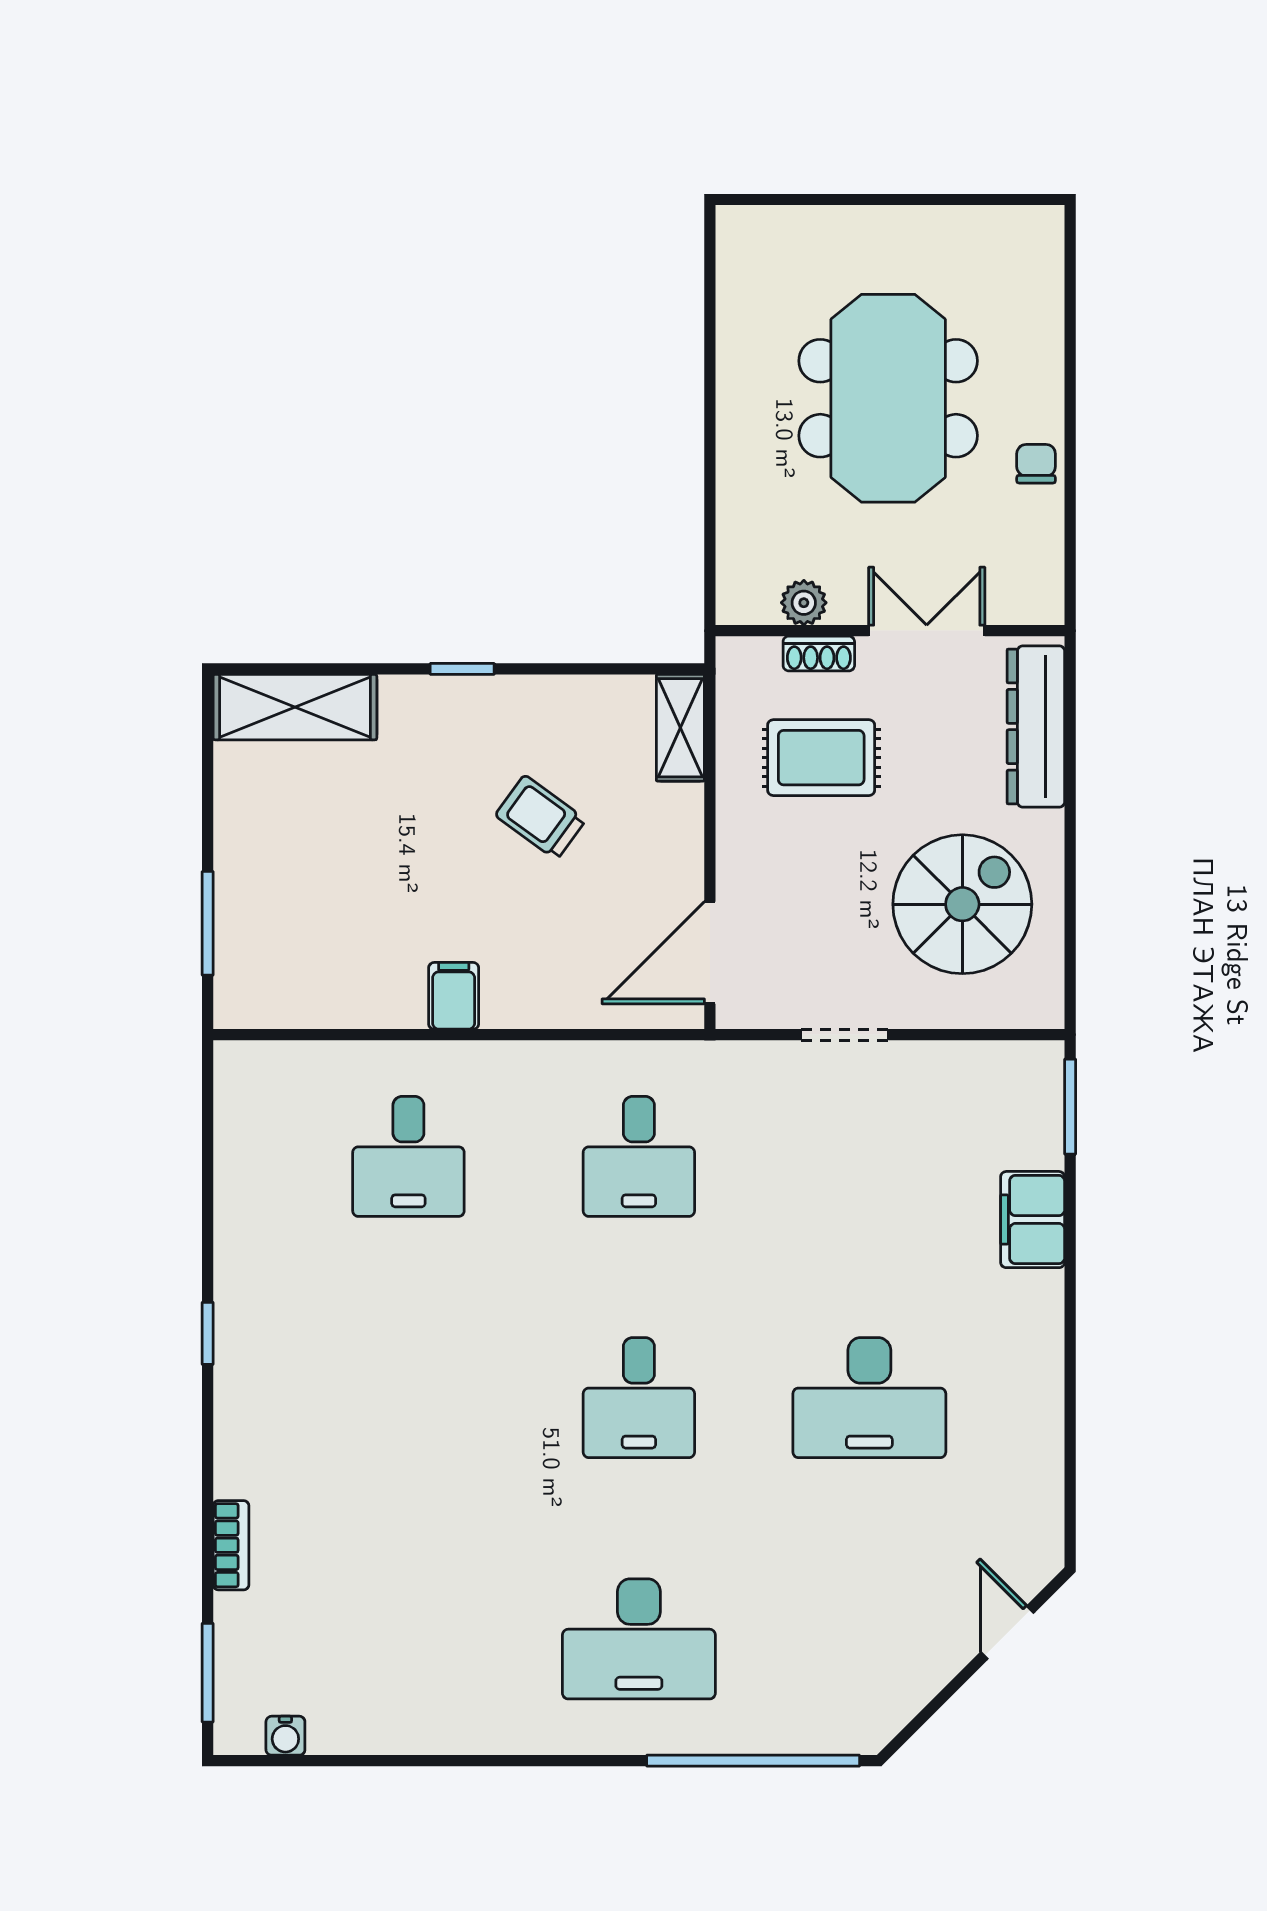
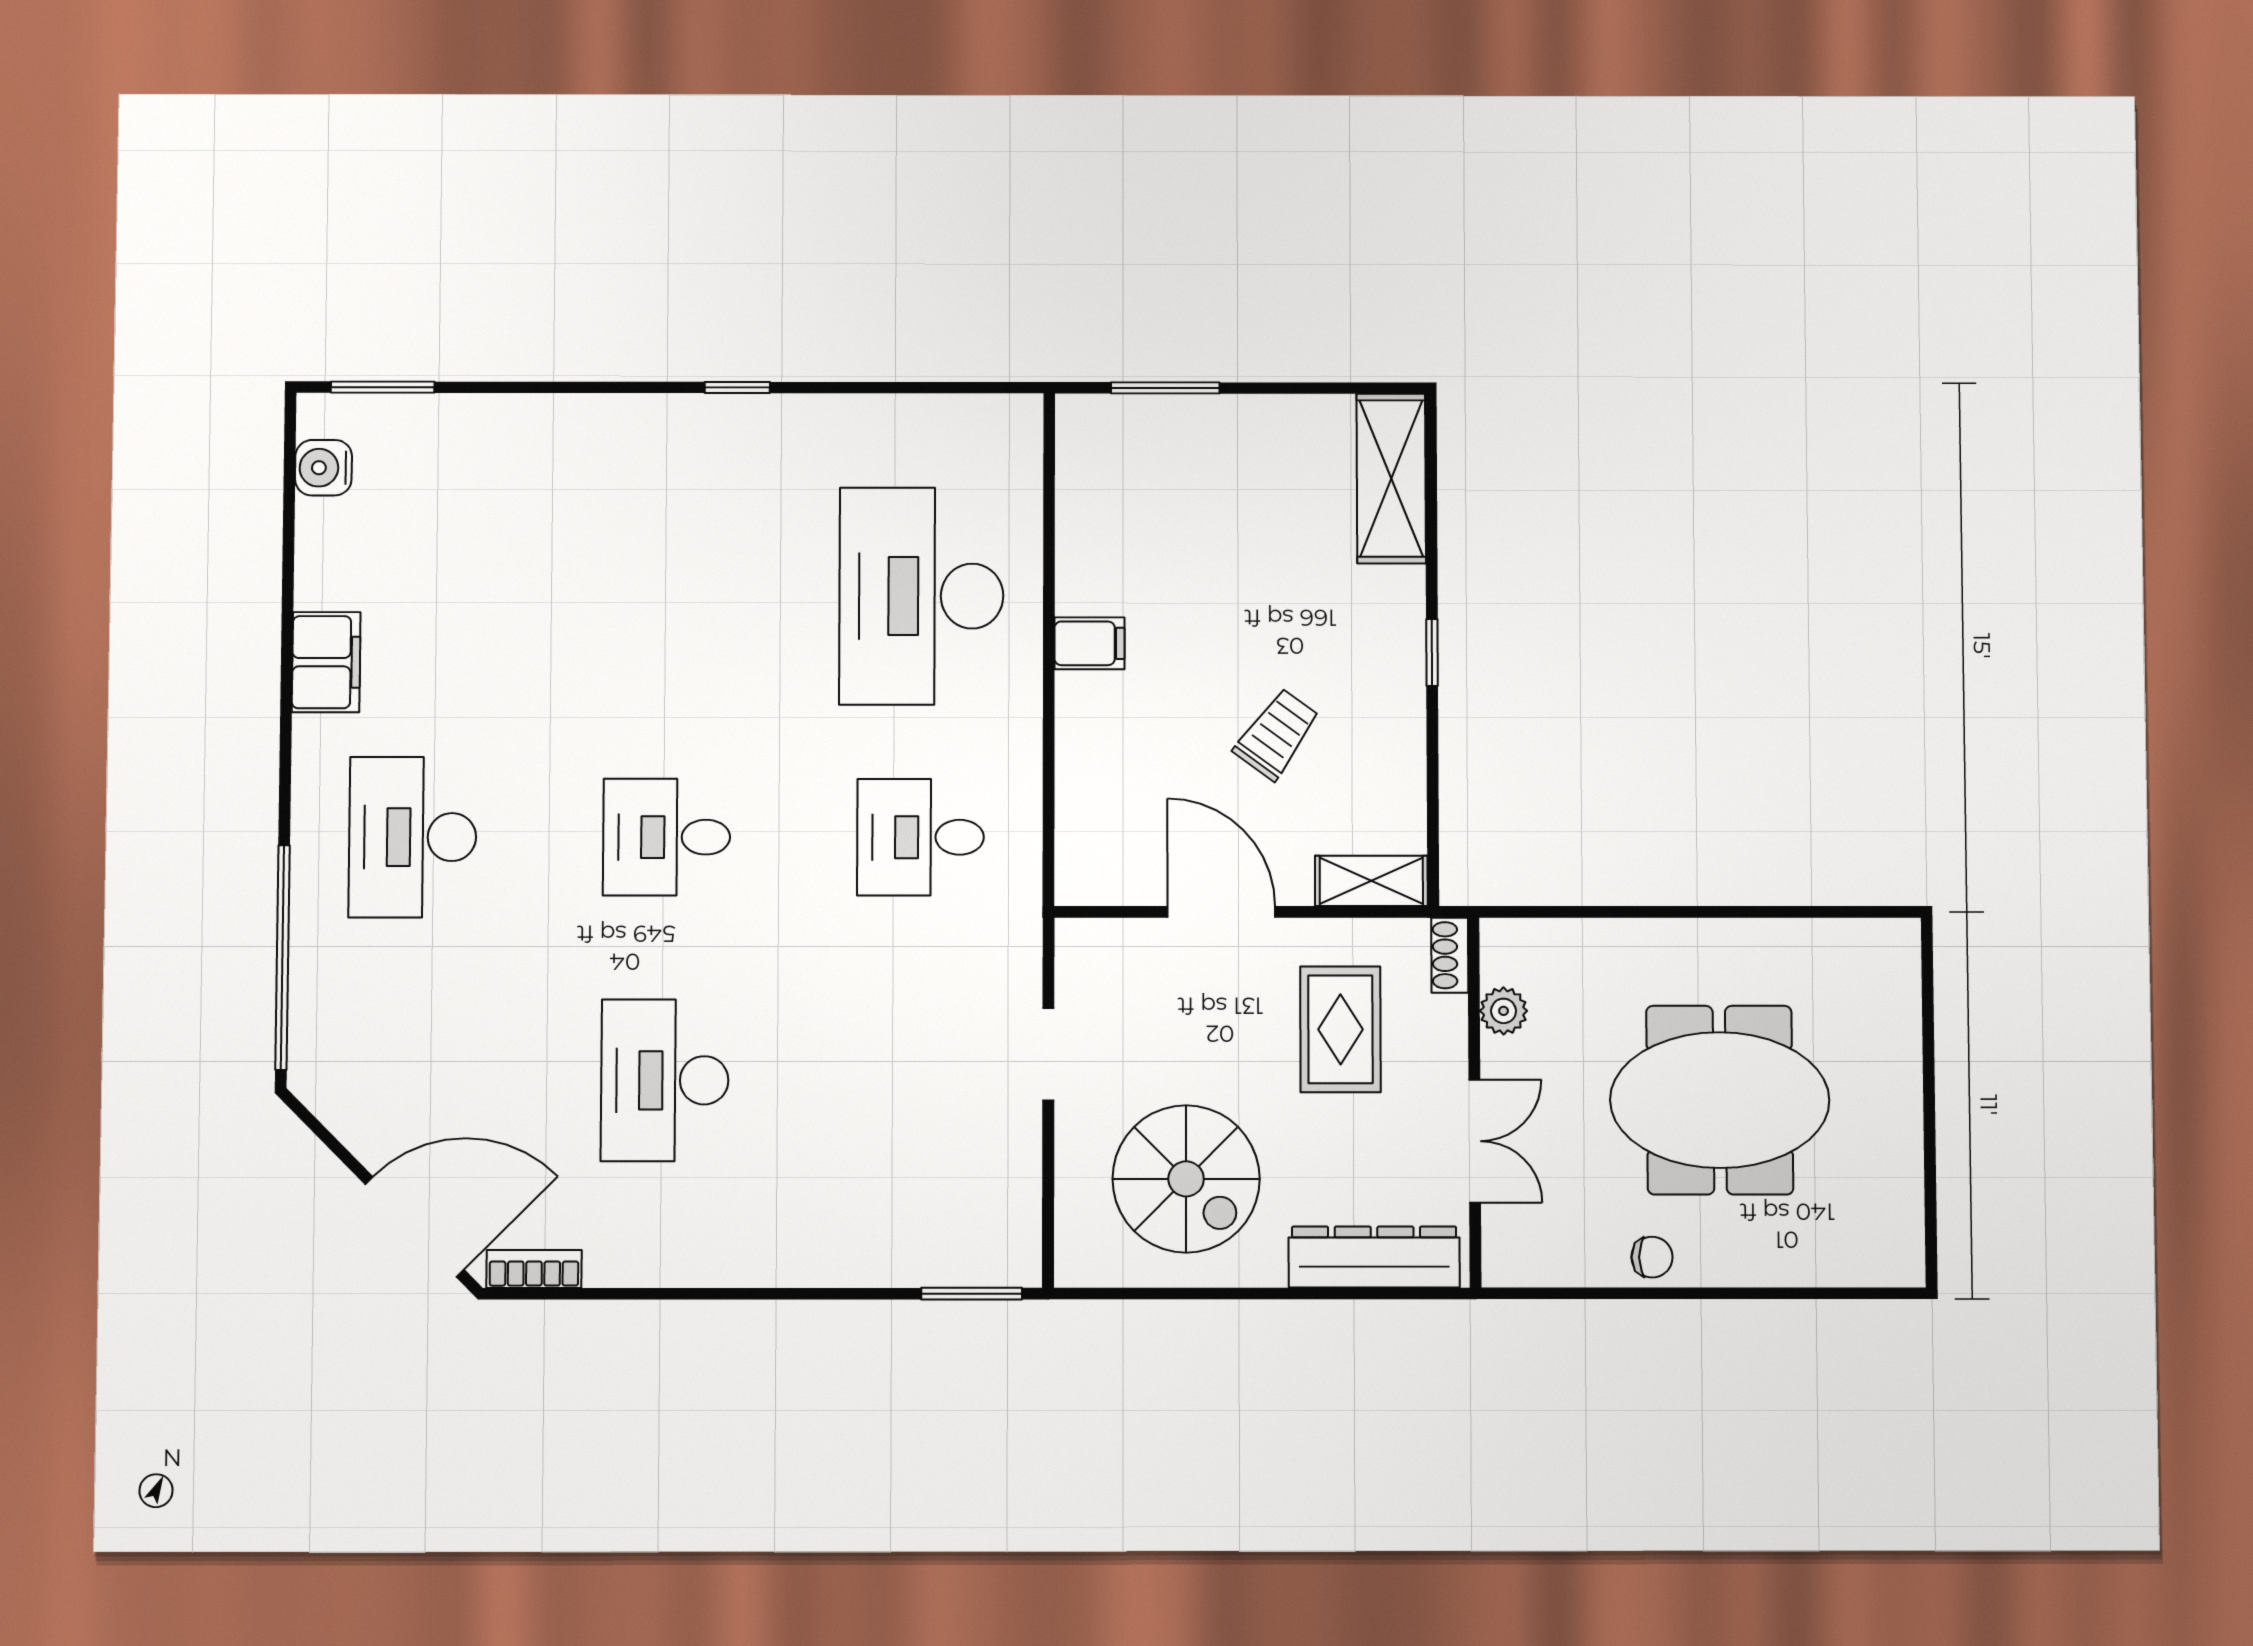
shoe rack: (819, 654) -> (1450, 955), moved
door: (710, 953) -> (1221, 912), moved
desk: (408, 1156) -> (921, 596), width x1.87, depth x1.30
filing cabinet: (1033, 1220) -> (326, 662), moved, turned 90
bookcase: (231, 1545) -> (534, 1269), moved, turned 180
door: (1007, 1632) -> (415, 1227), width x1.87
water cooler: (285, 1736) -> (323, 468), width x1.38, depth x1.38

